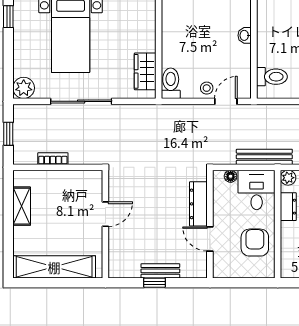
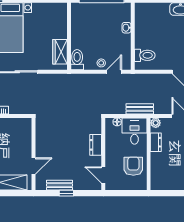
bench: (264, 157) -> (140, 109), width x0.73
dresser: (198, 204) -> (96, 145), width x0.70
door: (105, 214) -> (34, 166), moved
door: (210, 239) -> (103, 175), moved
bench: (160, 271) -> (59, 185), moved

